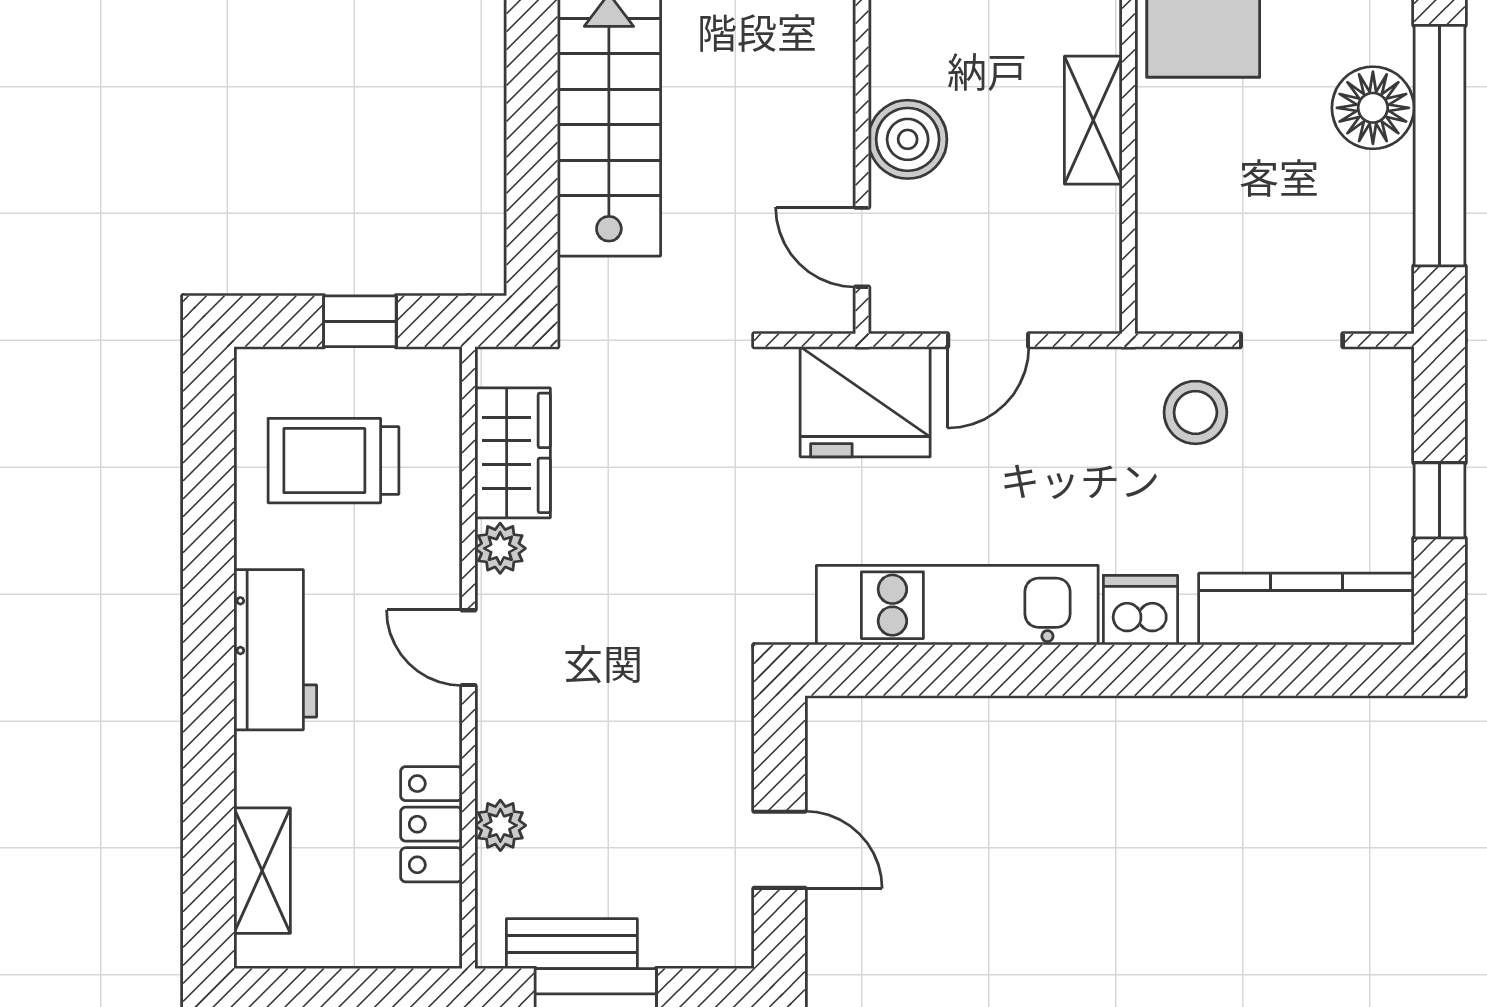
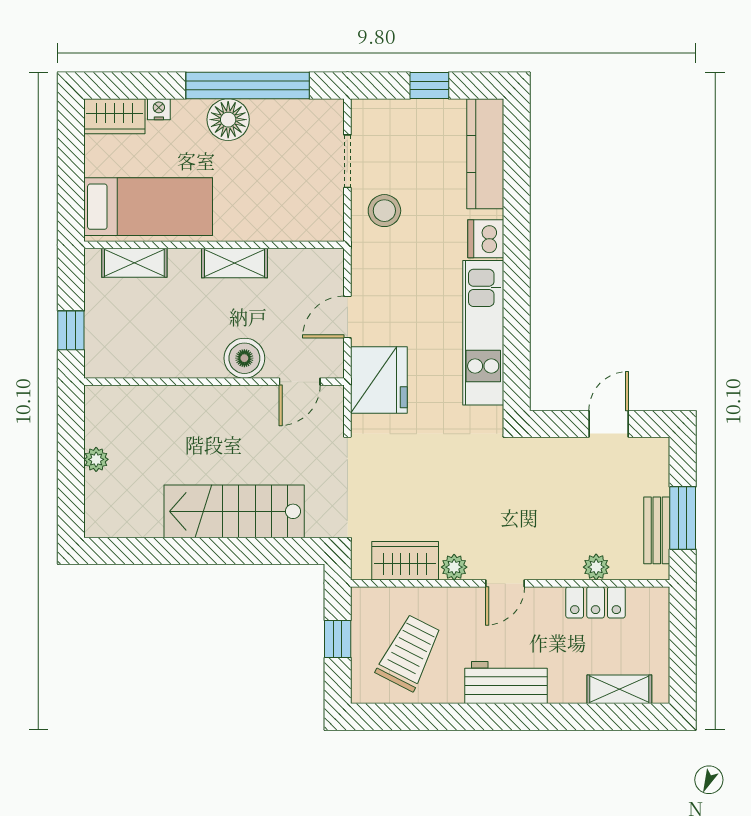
door: (988, 340) -> (347, 317), swing flipped
trolley: (333, 461) -> (409, 653), turned -153

